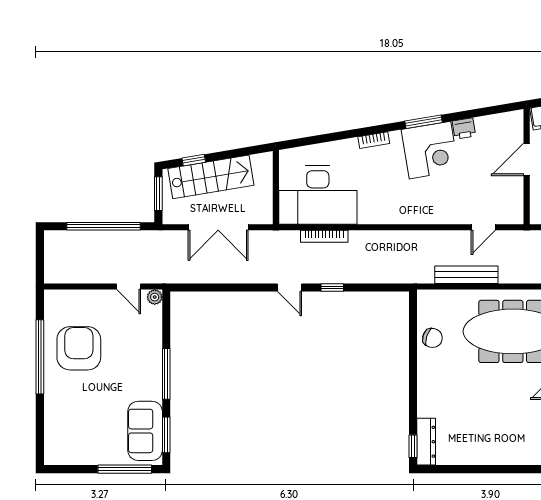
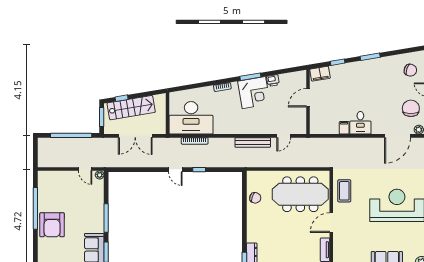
bench: (466, 275) -> (253, 142), moved
armchair: (79, 348) -> (52, 225), moved, turned 180

